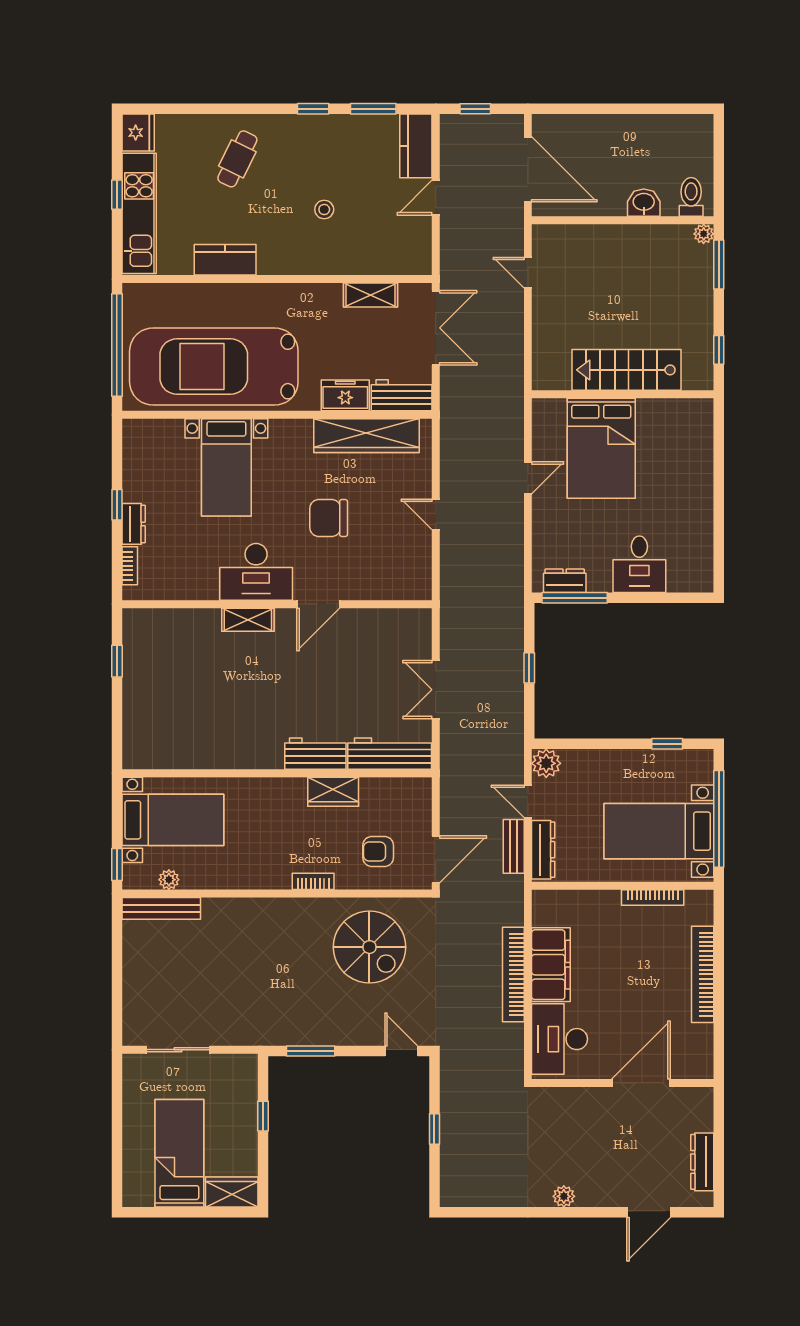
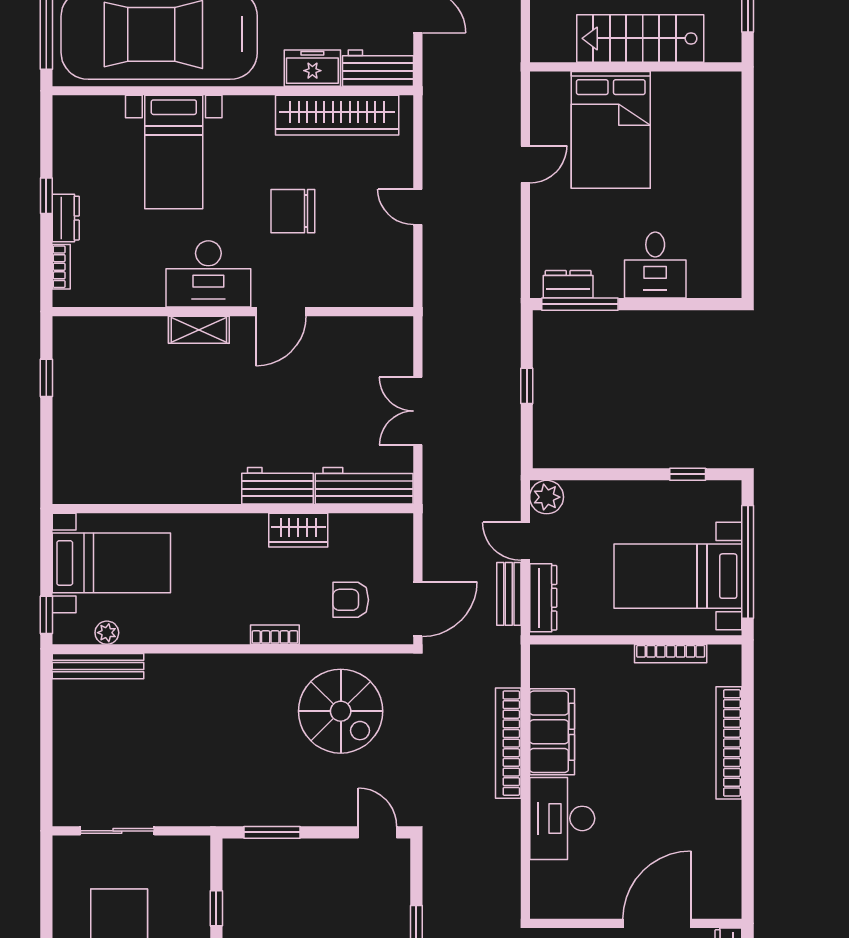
wall: (623, 1083) -> (636, 923), moved
door: (641, 1083) -> (657, 923), moved

